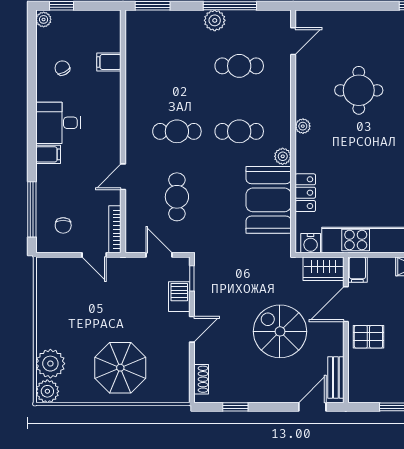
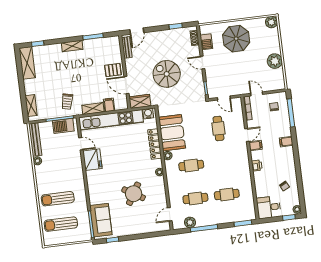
plant: (215, 20) -> (190, 222), moved
filing cabinet: (109, 62) -> (256, 146), moved
round table: (359, 90) -> (134, 194), turned 31
printer: (111, 115) -> (257, 166), added
desk: (58, 123) -> (269, 207), moved, turned 180
cafe table: (177, 131) -> (227, 194), moved
locker: (305, 193) -> (155, 144), width x1.53
filing cabinet: (357, 270) -> (109, 105), moved
barbecue: (179, 297) -> (206, 42), moved
door: (346, 304) -> (126, 85), swing flipped
door: (192, 329) -> (203, 63), hinge flipped
spiral stairs: (280, 331) -> (167, 74), moved, turned 180
plant: (50, 364) -> (275, 61), moved

